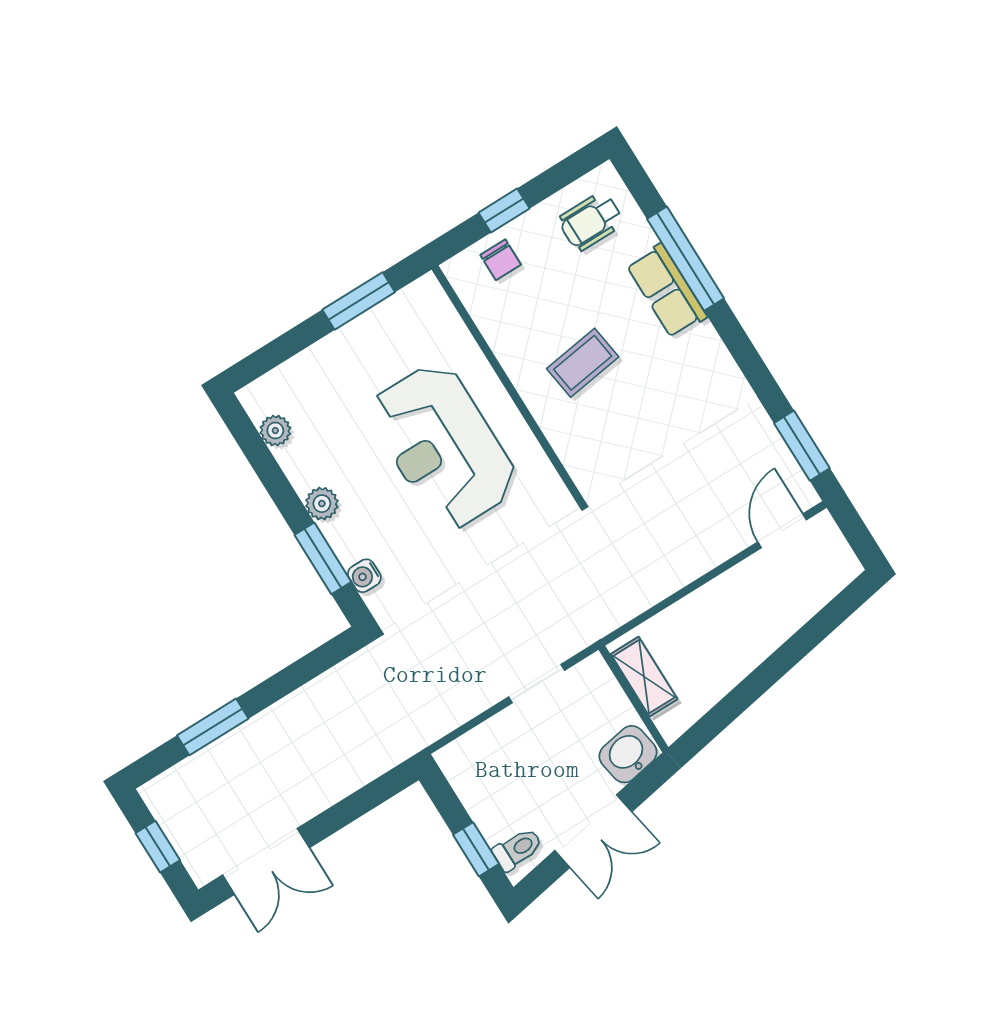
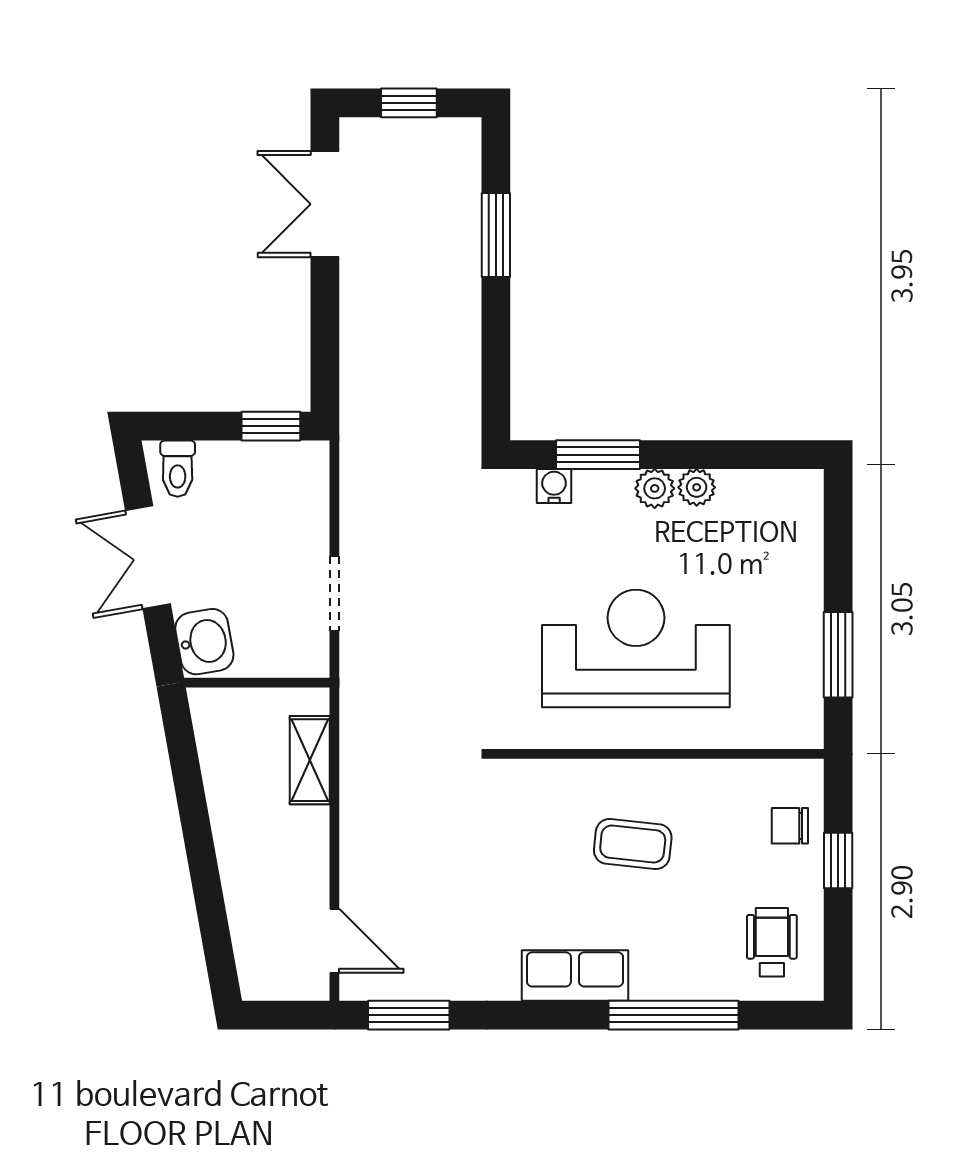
row of seats: (667, 291) -> (575, 975), moved
coffee table: (583, 363) -> (633, 844), turned -76
plant: (275, 431) -> (697, 487), moved
shelving: (644, 677) -> (310, 760), moved, turned 90
window: (476, 849) -> (271, 426), moved

